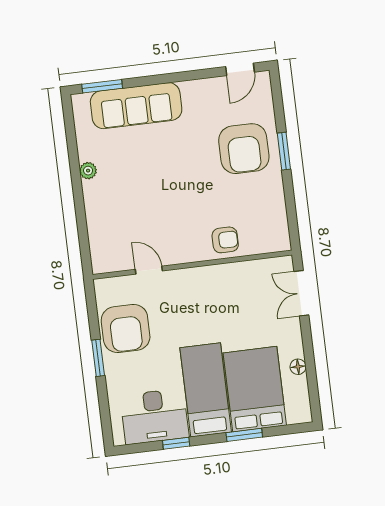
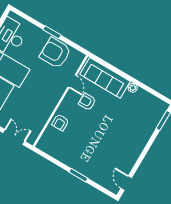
sofa: (136, 106) -> (105, 78), moved, turned -90
armchair: (244, 149) -> (87, 102), moved, width x0.53, depth x0.53
door: (149, 270) -> (72, 81), hinge flipped

